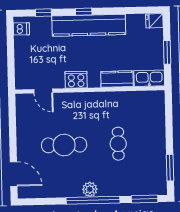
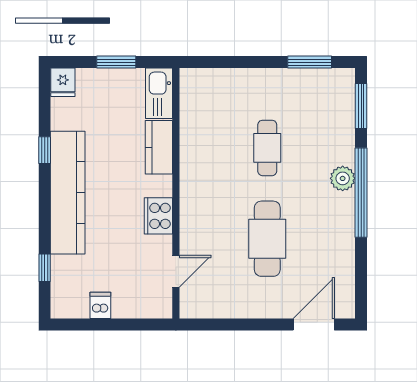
window: (84, 12) -> (45, 150), moved
dishwasher: (21, 29) -> (100, 305), moved
cafe table: (118, 144) -> (267, 148), turned 90
plant: (90, 189) -> (343, 178), moved

